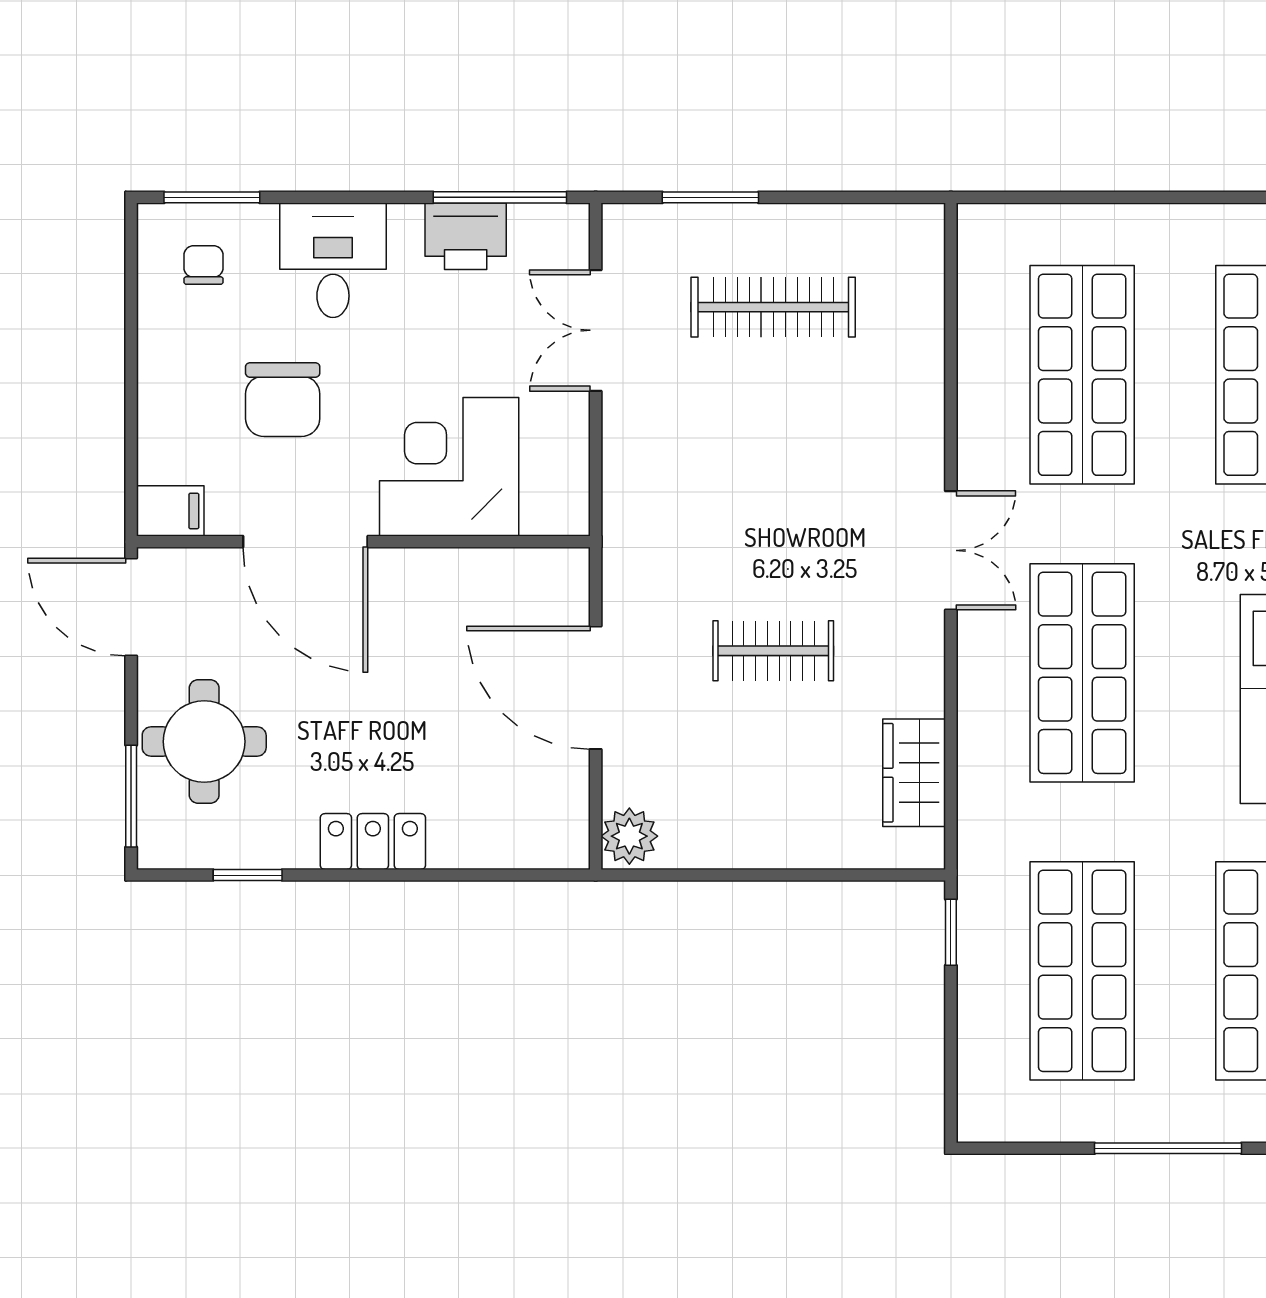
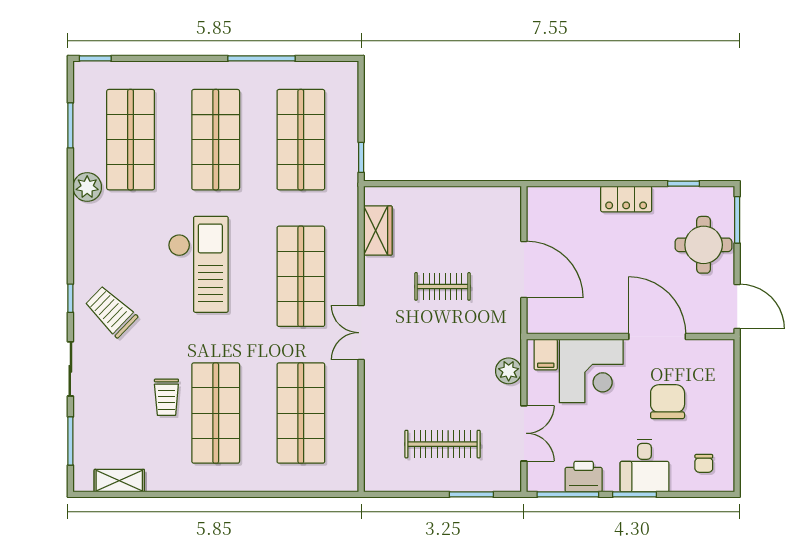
window: (212, 197) -> (634, 494), moved
filing cabinet: (170, 511) -> (546, 354), moved, turned -90
plant: (629, 836) -> (509, 371), moved

